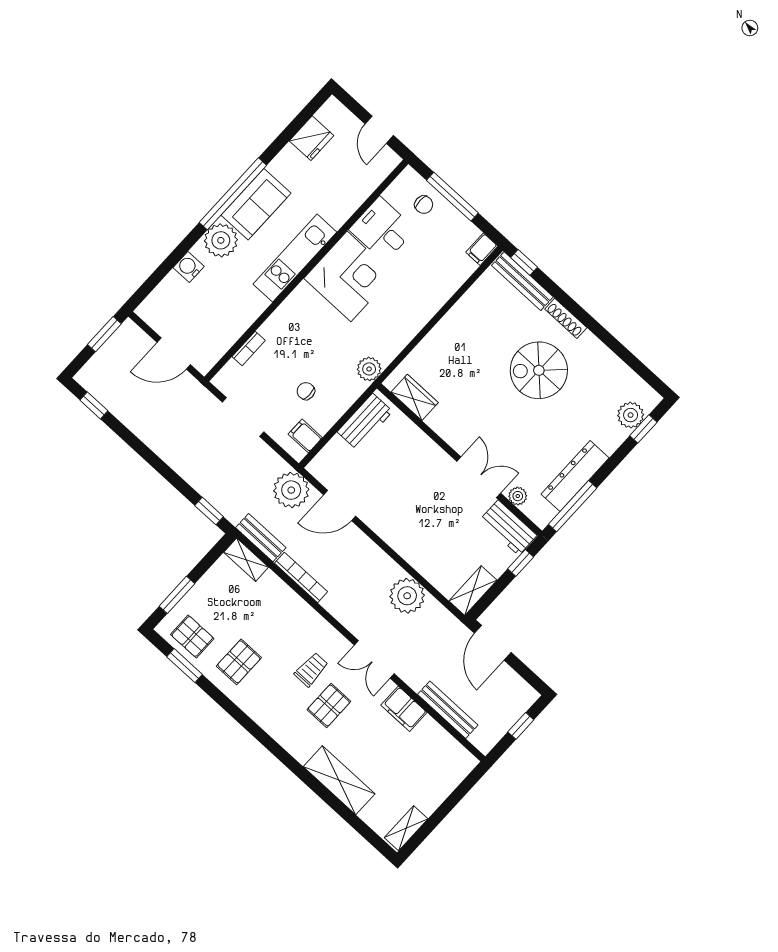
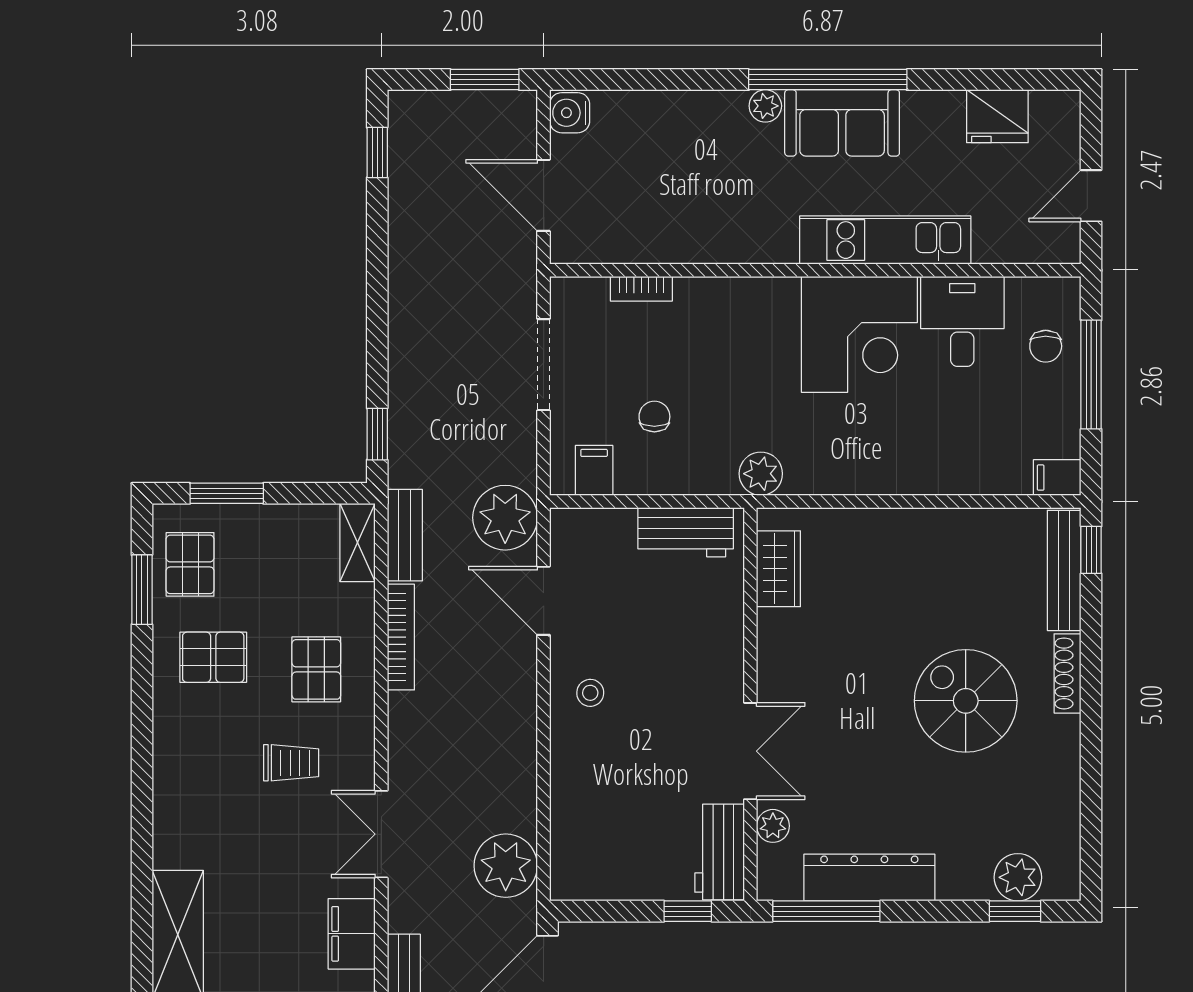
plant: (221, 240) -> (765, 106), width x0.53, depth x0.53
kitchen unit: (295, 258) -> (885, 240), moved
water cooler: (189, 267) -> (570, 113), moved, turned -90
stool: (395, 521) -> (590, 693), added
shelving: (473, 591) -> (593, 882), removed
plant: (407, 596) -> (506, 866), moved
pallet: (329, 705) -> (316, 669), moved, turned 90

